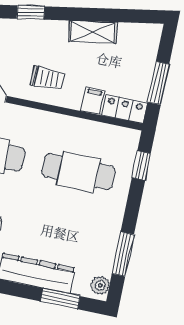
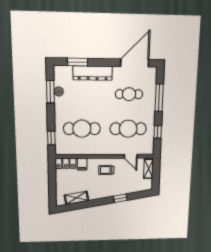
shelving: (93, 32) -> (76, 198), moved
window: (158, 83) -> (52, 179), removed
plant: (100, 285) -> (59, 91), moved

